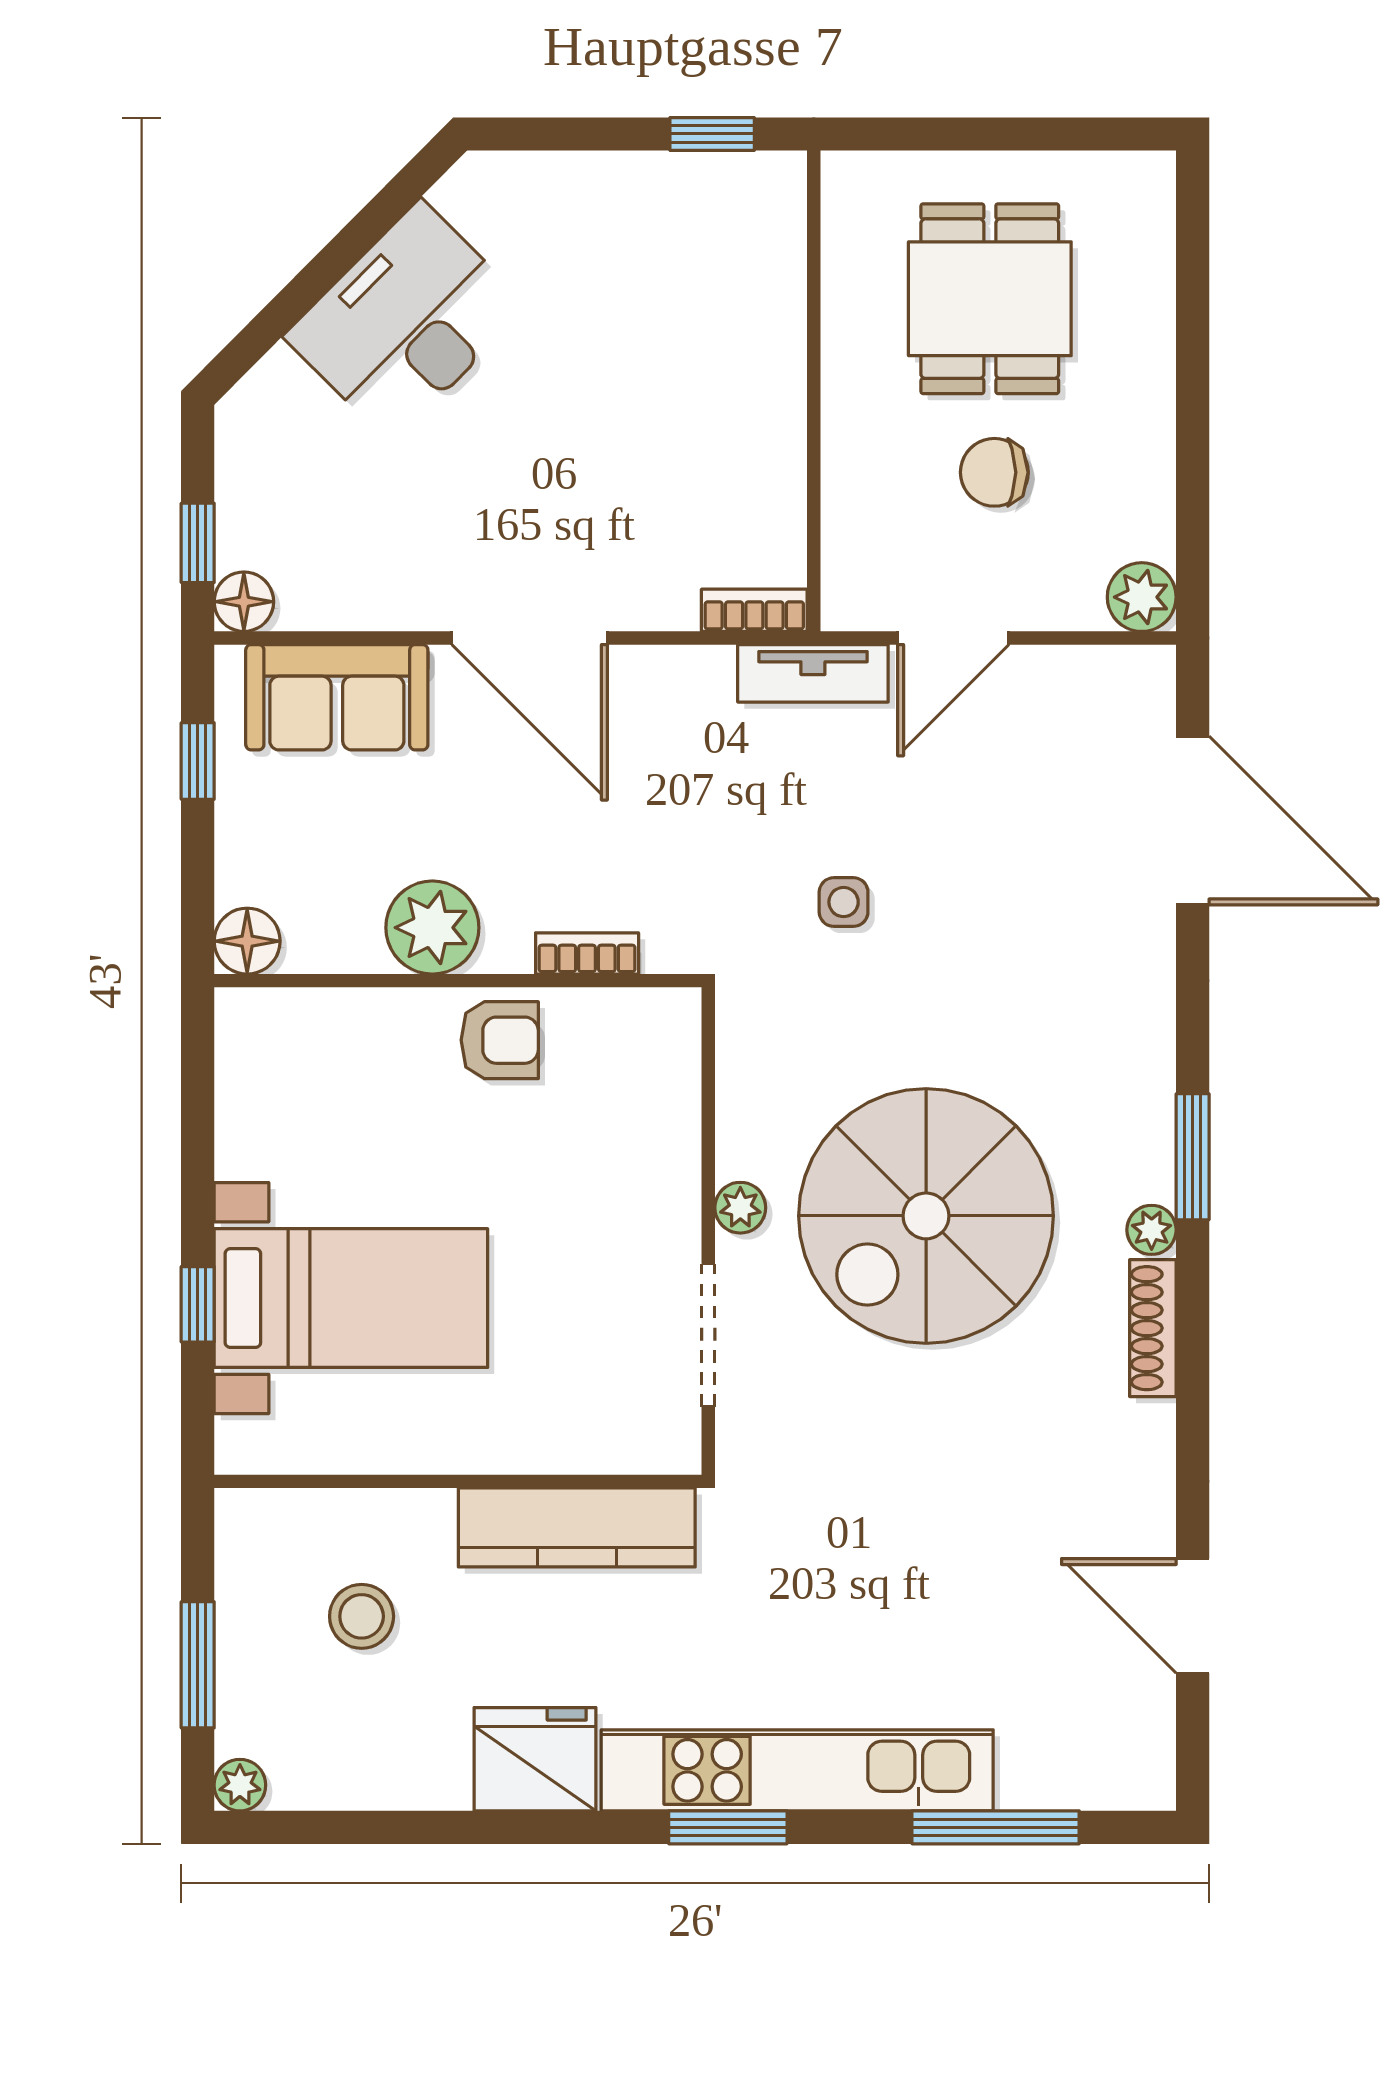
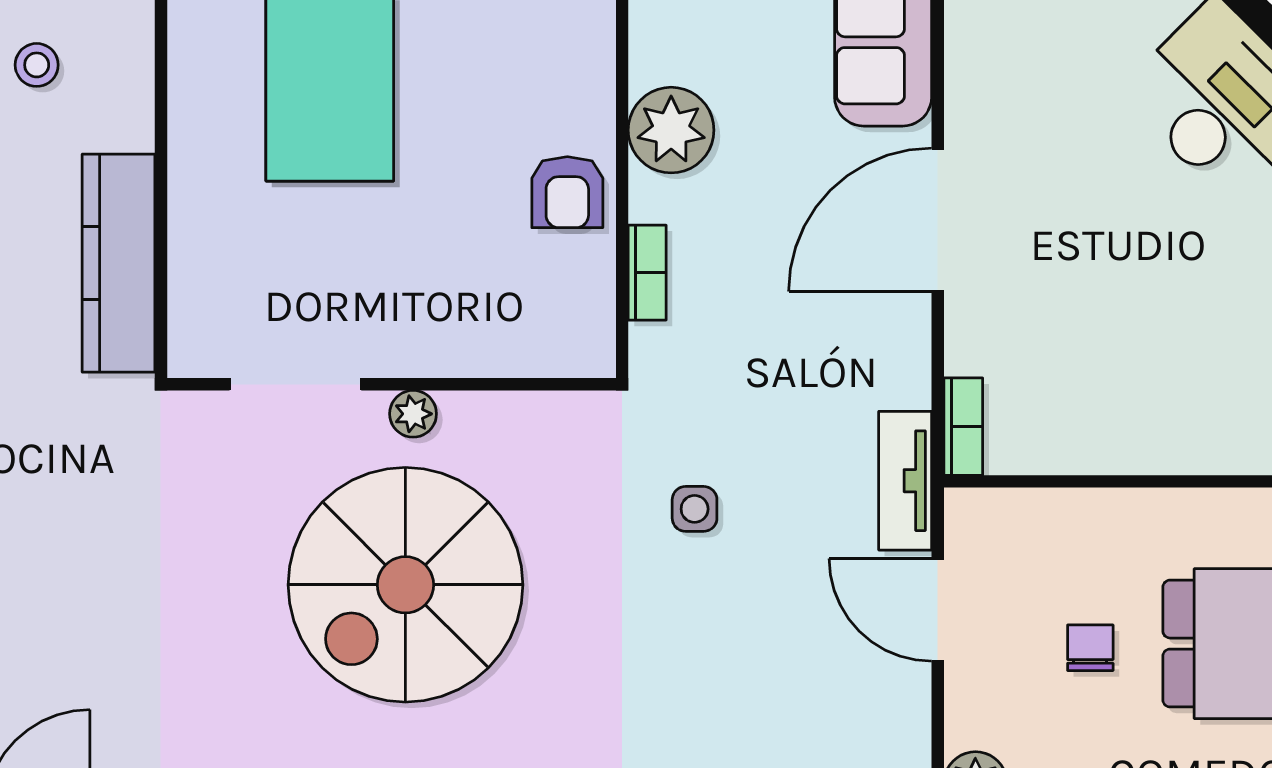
chair: (994, 472) -> (1090, 648), width x0.73, depth x0.73
spiral stairs: (926, 1216) -> (405, 585), turned -90
stool: (362, 1616) -> (37, 65), width x0.73, depth x0.73

